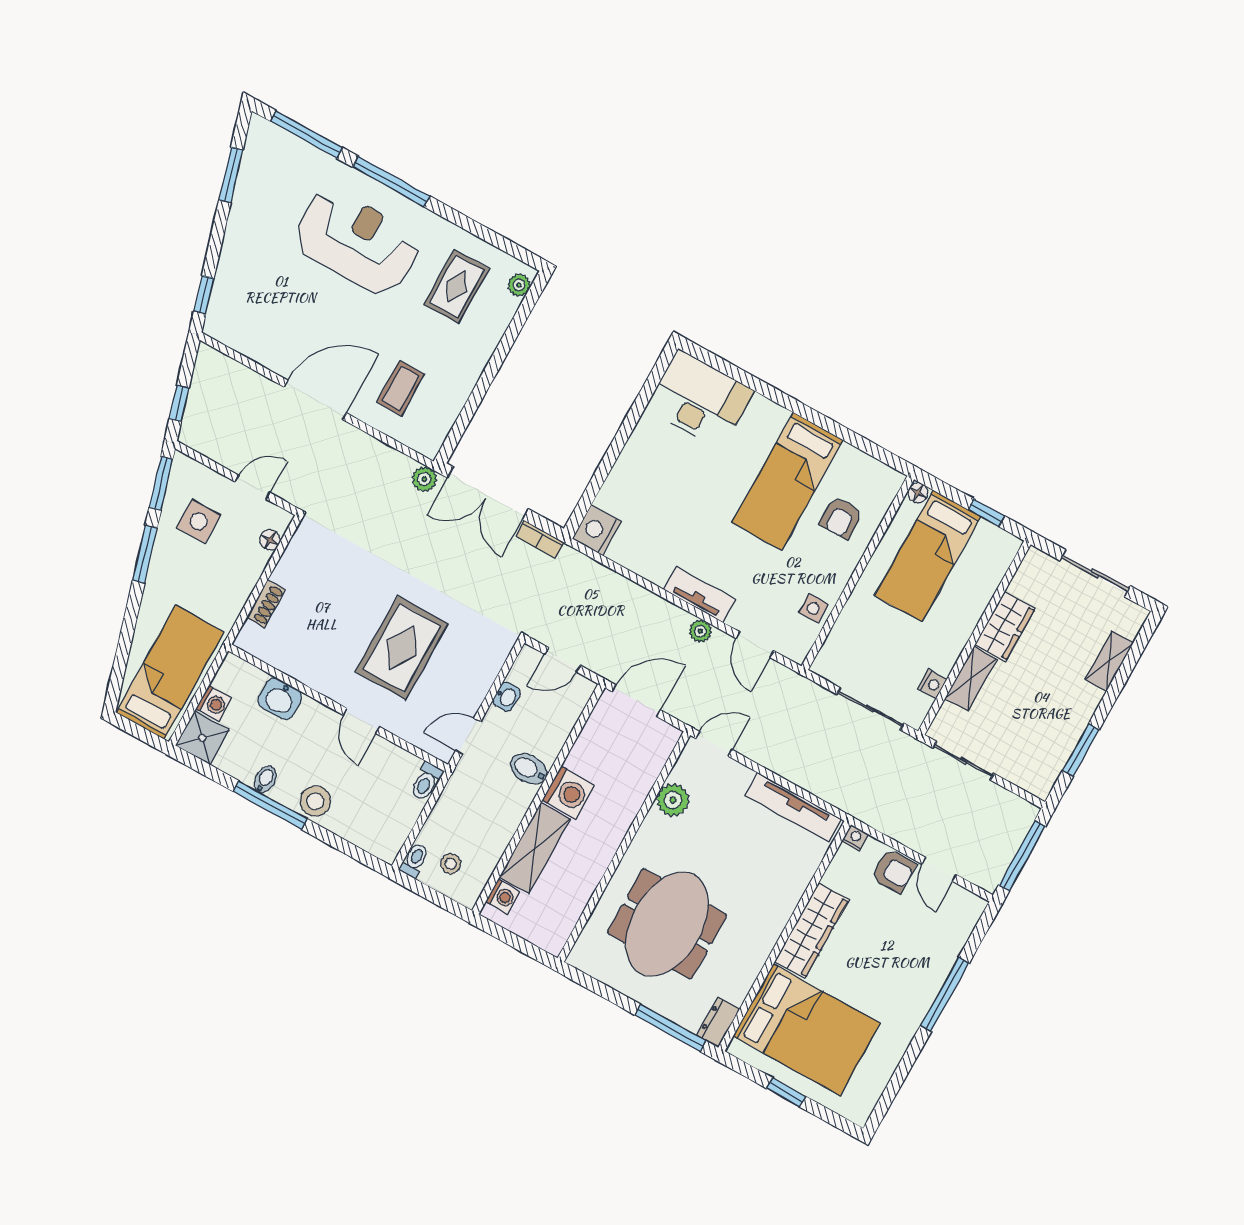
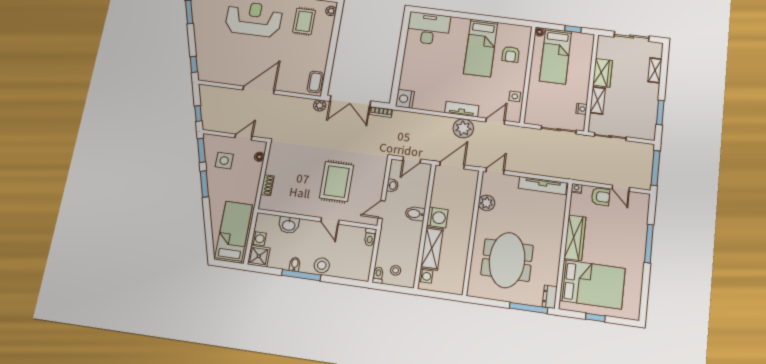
coffee table: (401, 388) -> (315, 82), moved
plant: (700, 631) -> (463, 128), width x1.87, depth x1.87
door: (755, 645) -> (495, 121), swing flipped

